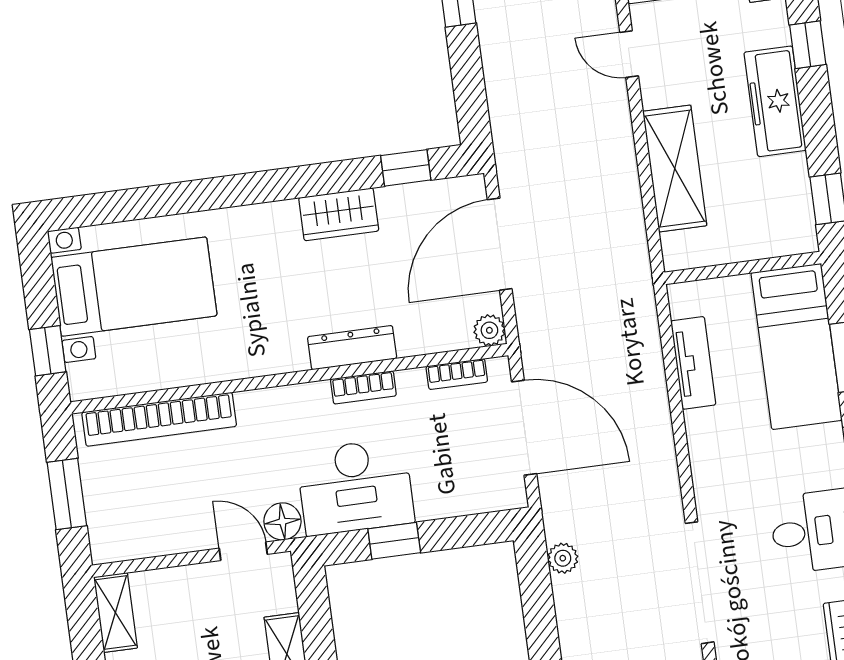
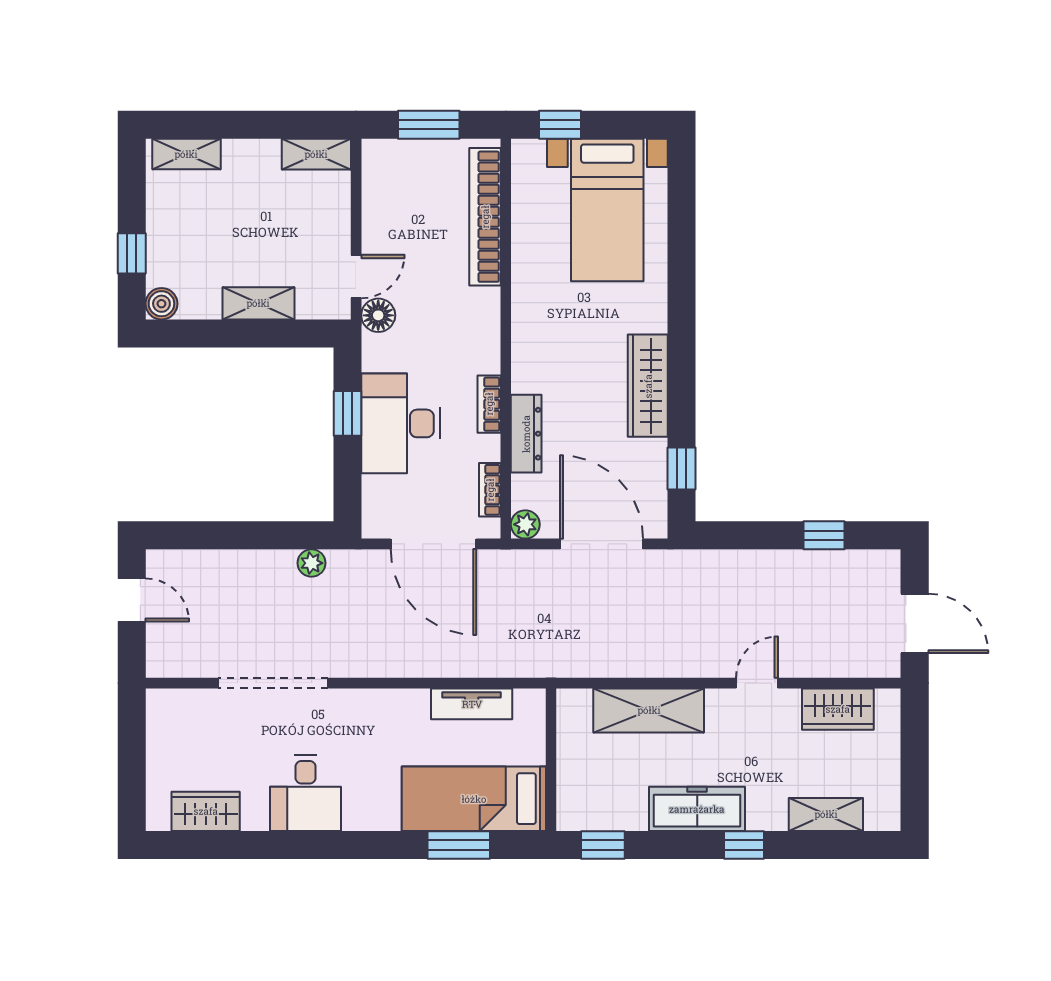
wardrobe: (339, 214) -> (648, 386), width x1.50
dresser: (352, 348) -> (526, 434), moved
door: (524, 428) -> (433, 544), hinge flipped
desk: (355, 487) -> (401, 423), moved

